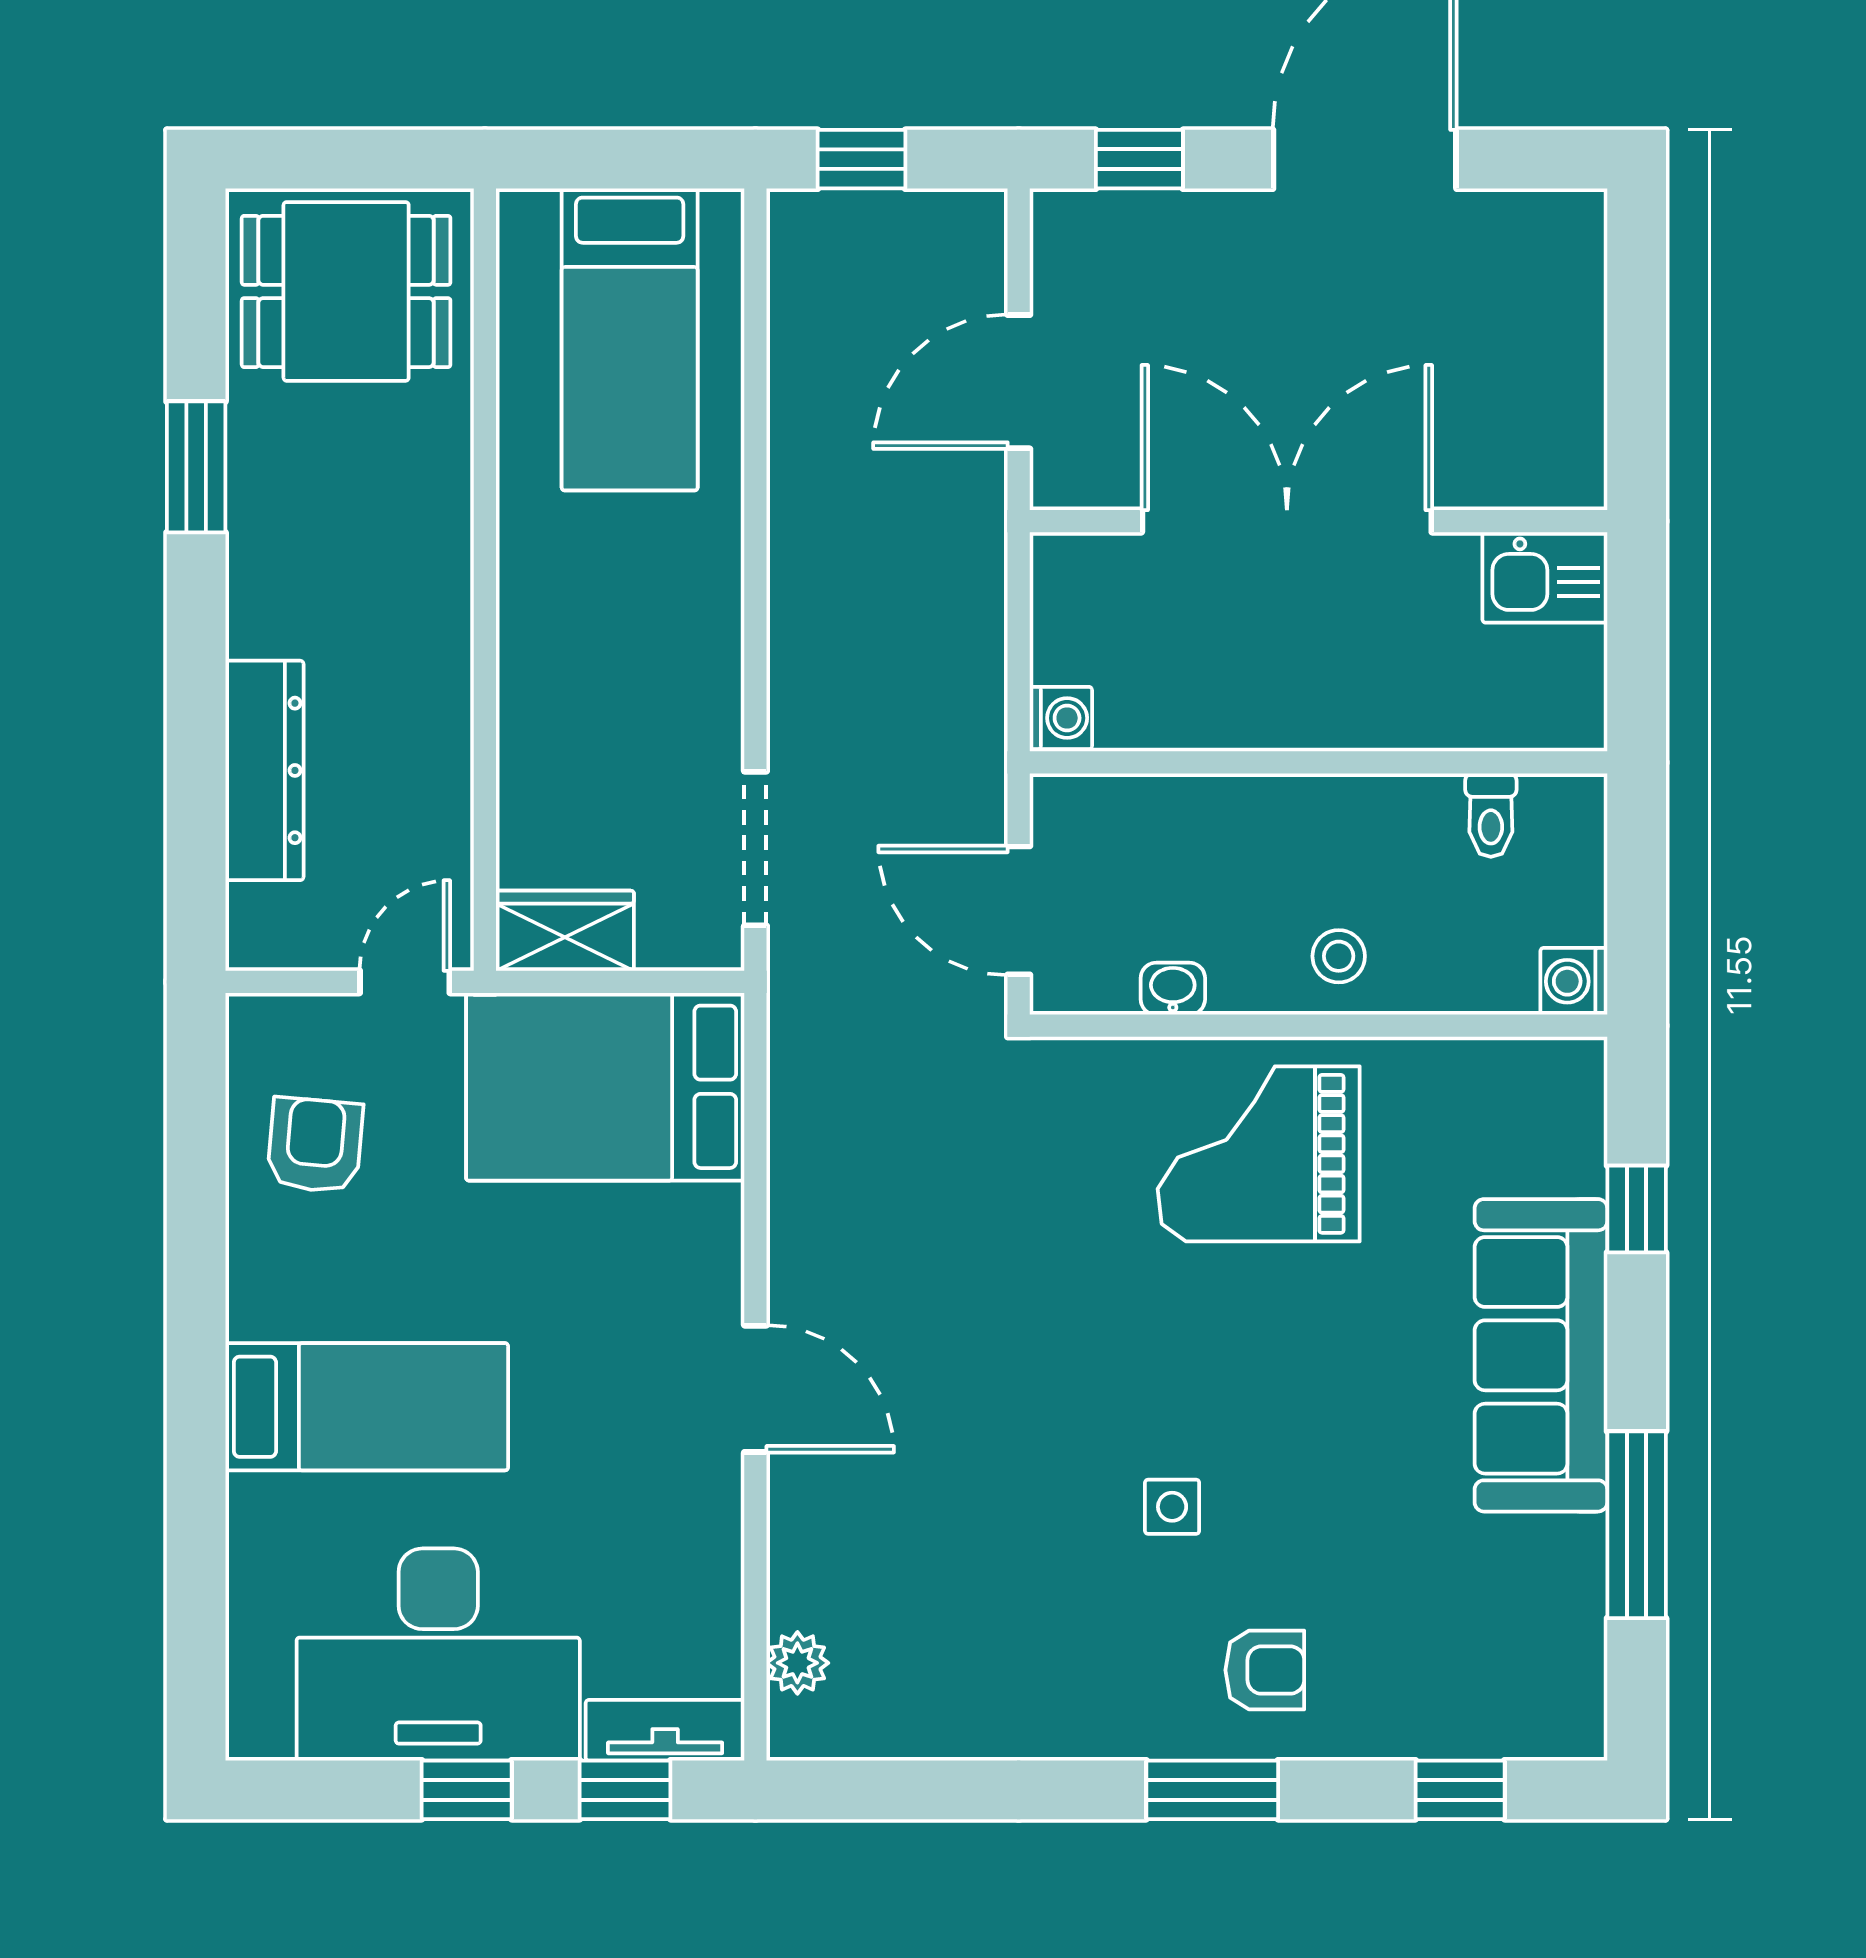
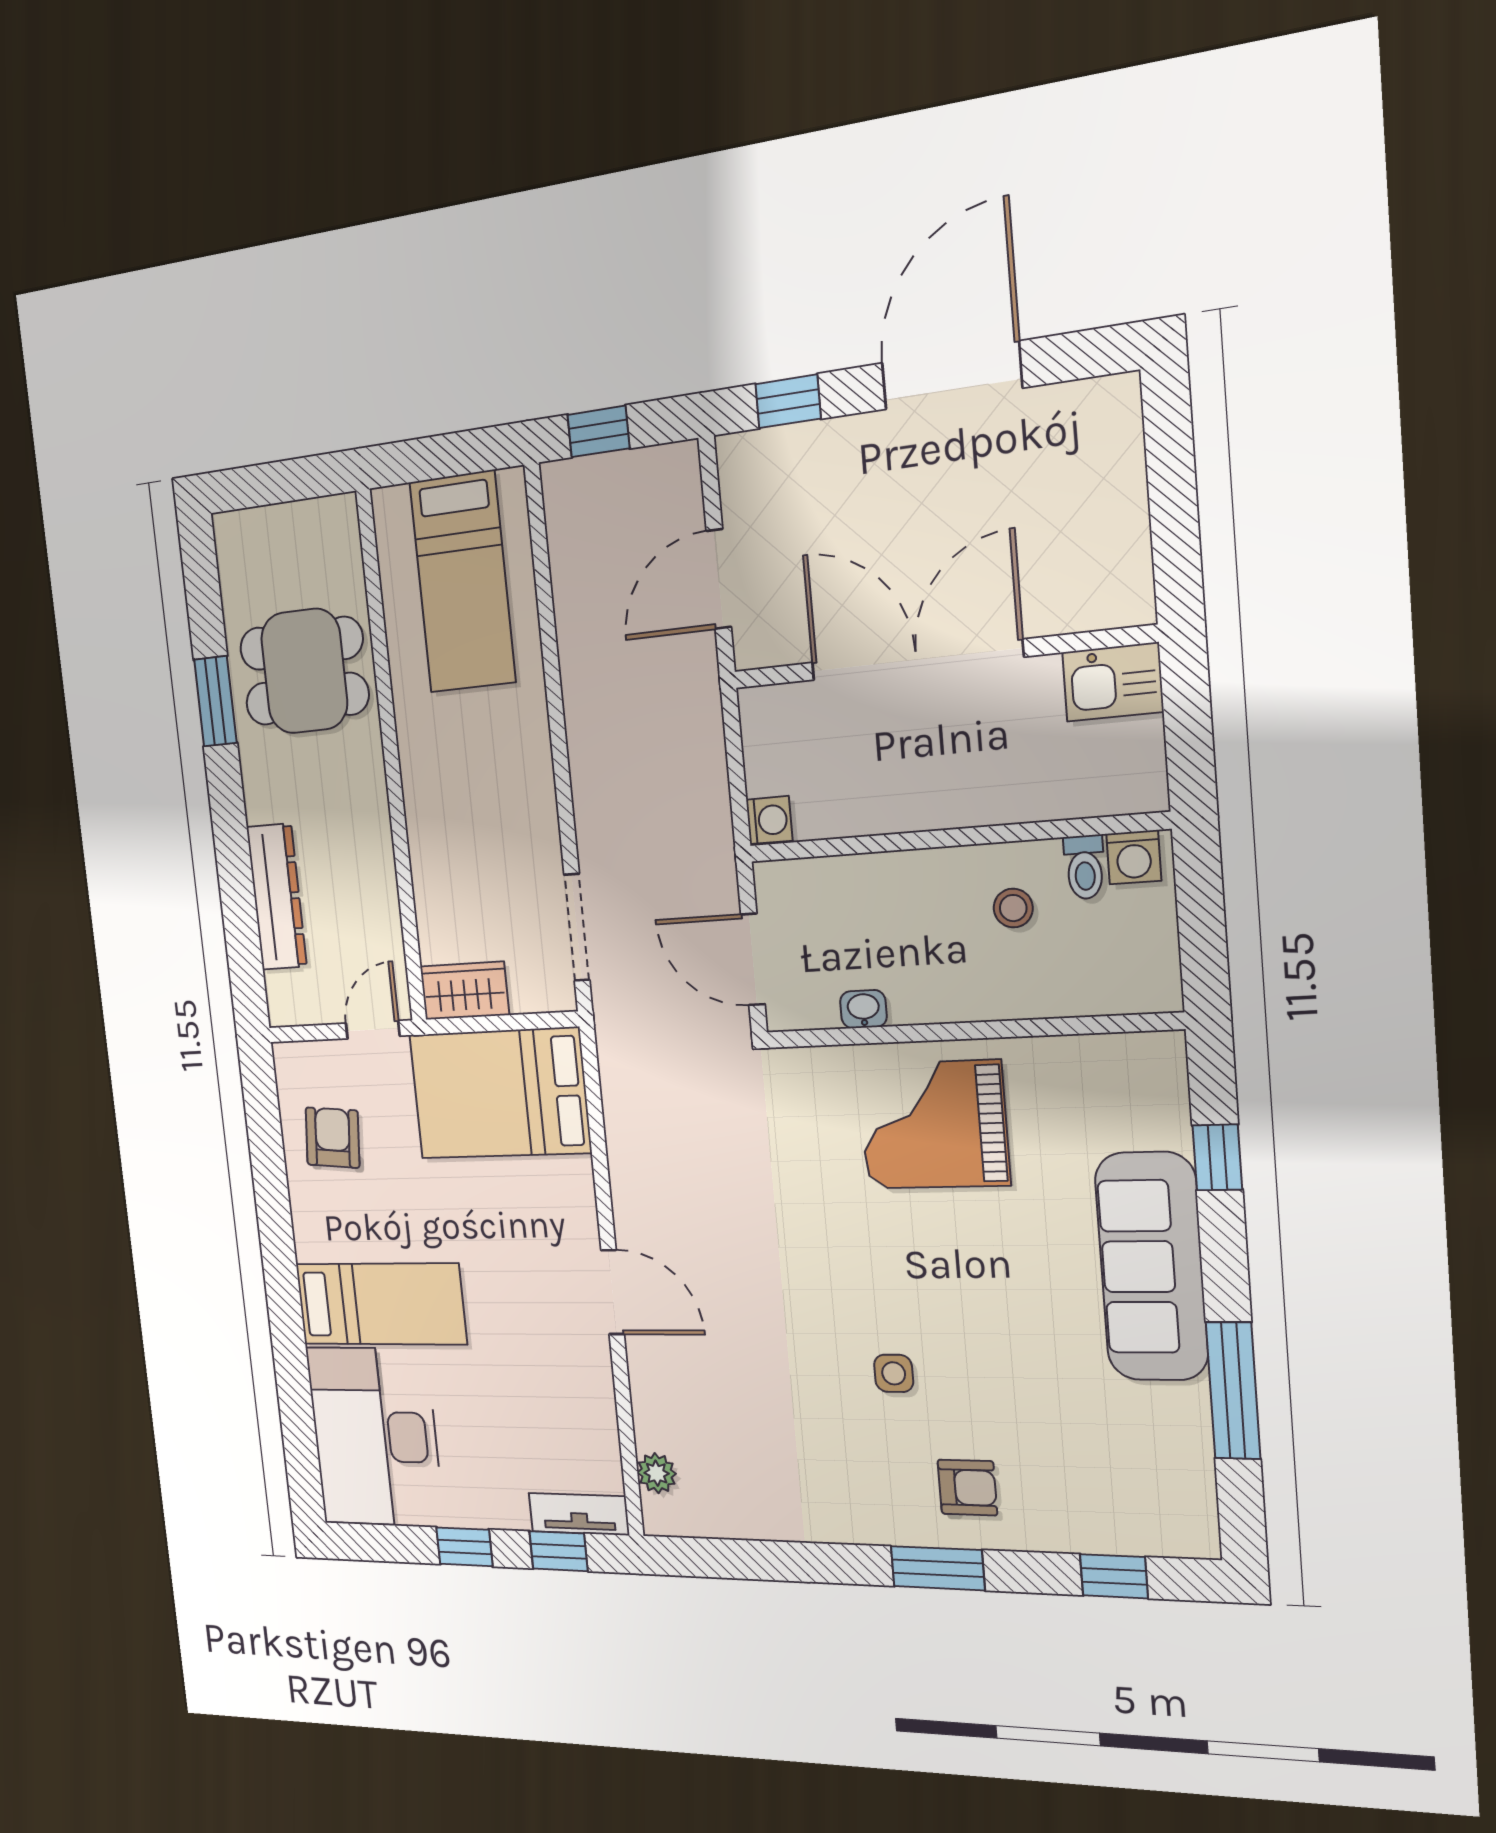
dining table: (346, 291) -> (304, 671), moved
stool: (1339, 956) -> (1013, 908), moved
washing machine: (1574, 981) -> (1134, 857), moved, turned -90
desk: (438, 1655) -> (375, 1437), moved, turned 90

